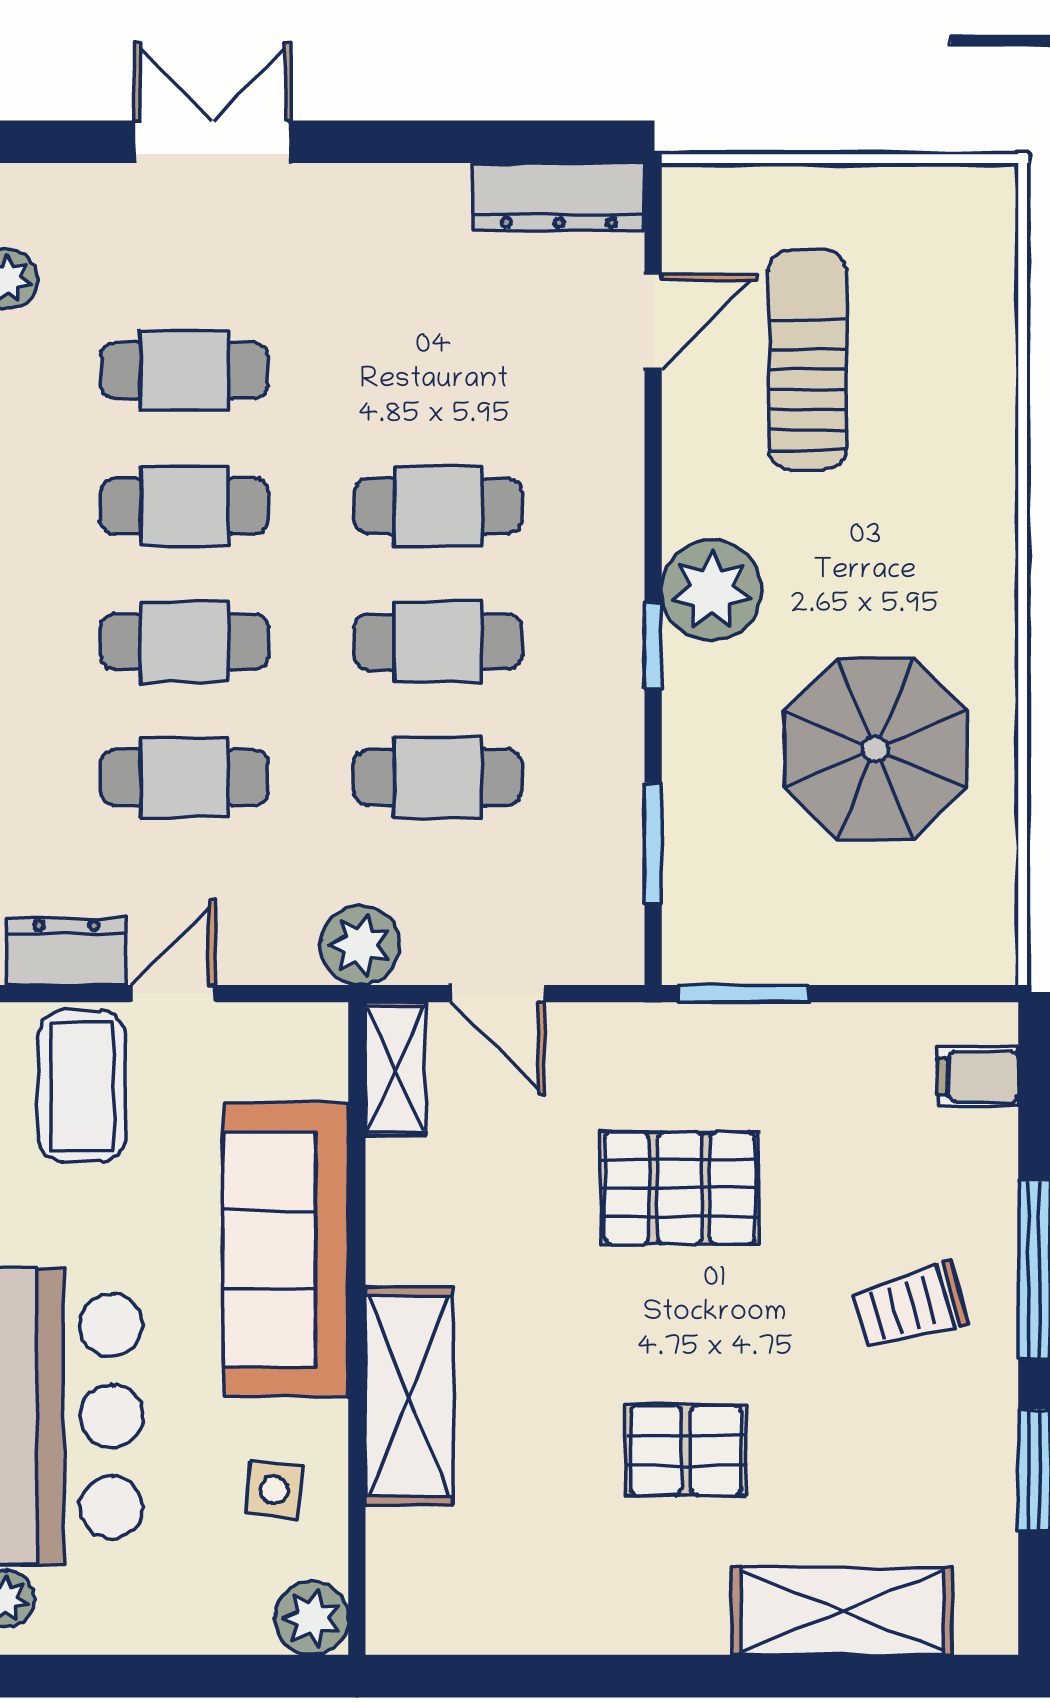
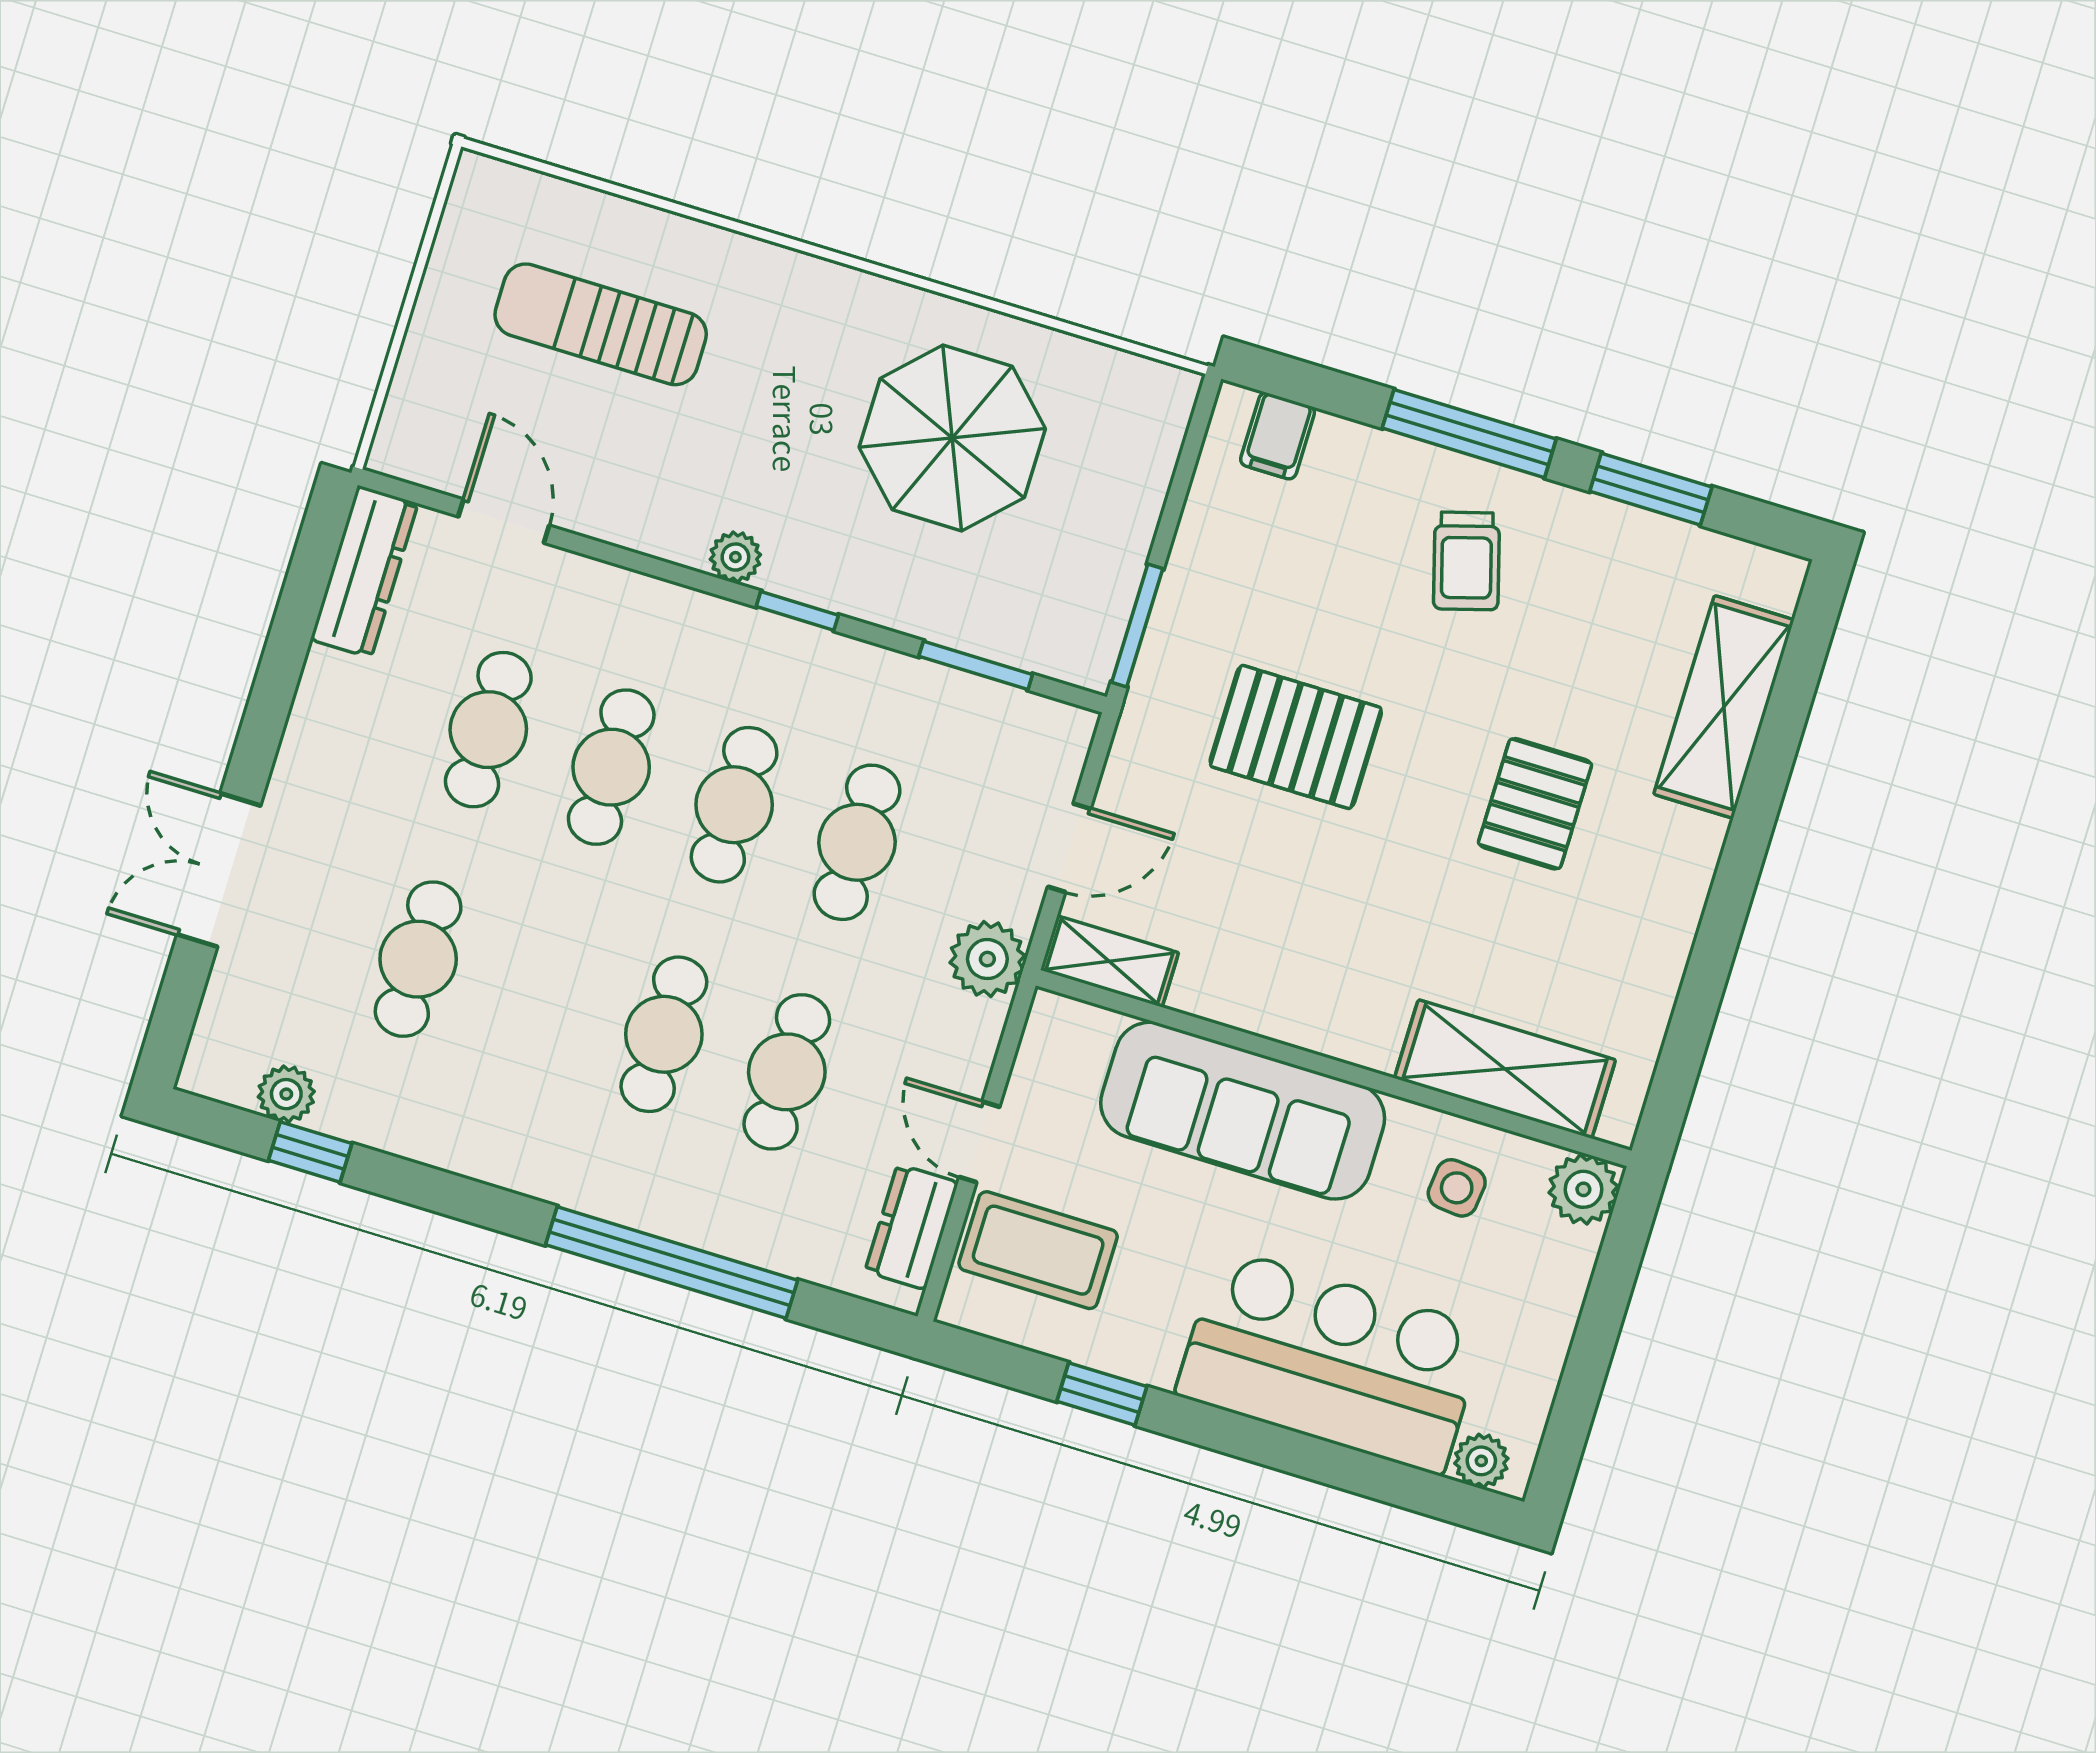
sun lounger: (807, 360) -> (601, 324), moved
cafe table: (184, 506) -> (488, 730), moved
plant: (712, 590) -> (735, 557), width x0.53, depth x0.53
pallet: (680, 1188) -> (1296, 737), turned 90
shelving: (409, 1396) -> (1505, 1069), moved

